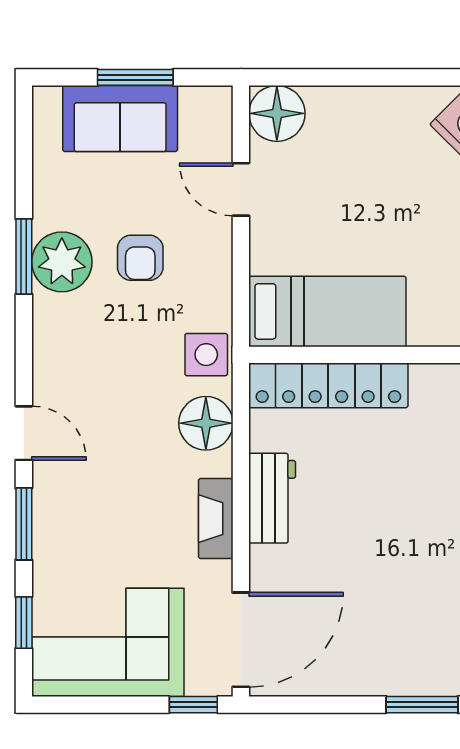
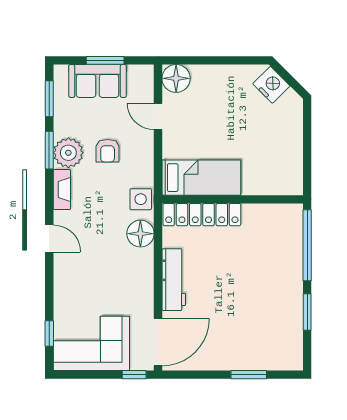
workbench: (272, 498) -> (174, 280), width x1.38
fireplace: (216, 519) -> (62, 190), moved, turned 180
window: (24, 524) -> (49, 99), moved

